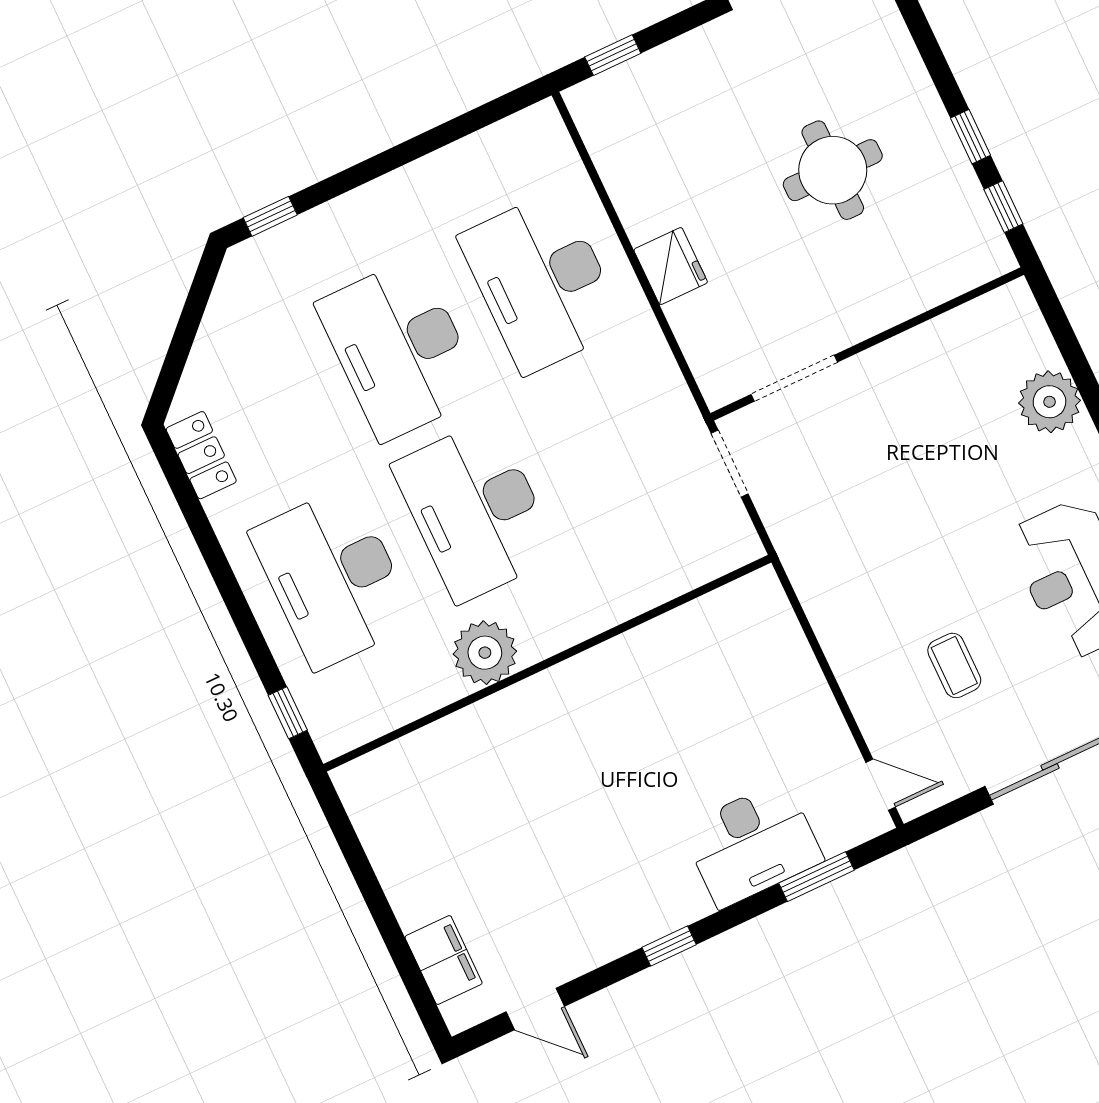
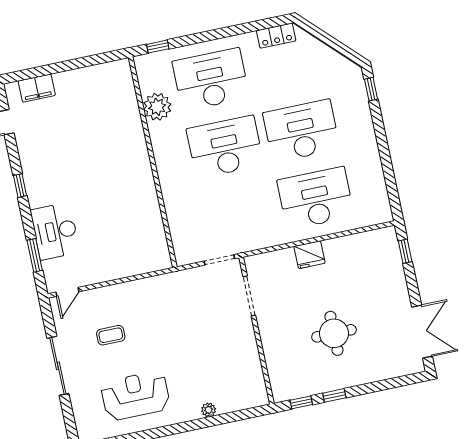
plant: (1050, 402) -> (209, 410), width x0.53, depth x0.53
plant: (485, 653) -> (157, 107), moved

